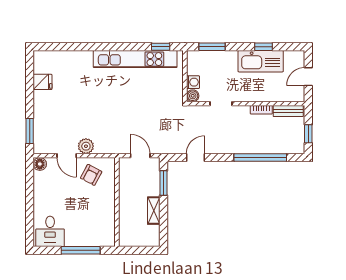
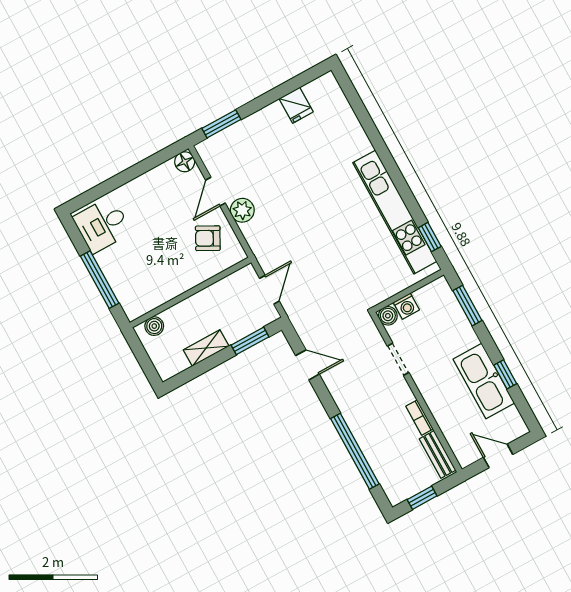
boiler: (125, 233) -> (154, 326), added

